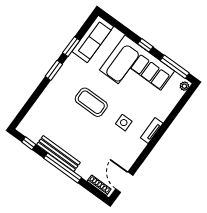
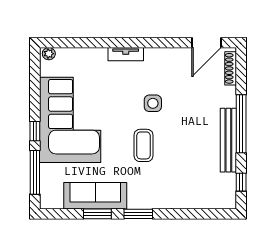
sofa: (93, 39) -> (95, 196), moved
window: (175, 67) -> (35, 172), moved
coffee table: (91, 102) -> (143, 145), width x0.73, depth x0.76
side table: (124, 123) -> (153, 103), moved

